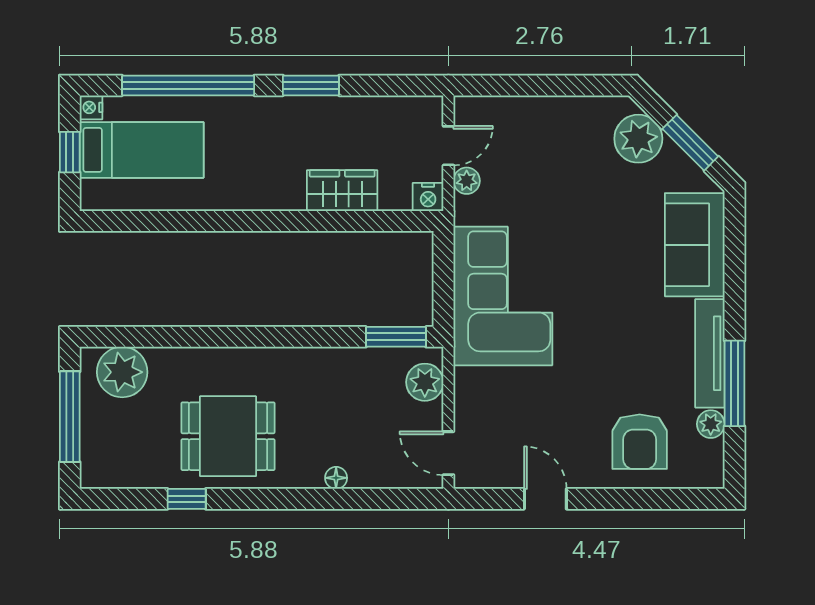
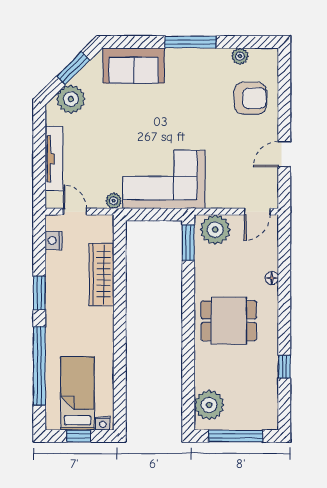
nightstand: (91, 107) -> (103, 423), moved
plant: (467, 181) -> (114, 201), moved
wardrobe: (342, 191) -> (102, 275), width x1.50
nightstand: (428, 197) -> (54, 241), moved, turned 180
tv unit: (710, 353) -> (54, 159), moved, turned -90
plant: (425, 382) -> (215, 230), width x1.36, depth x1.36
window: (735, 383) -> (191, 42), moved
dining table: (228, 436) -> (229, 321), moved, turned 90

